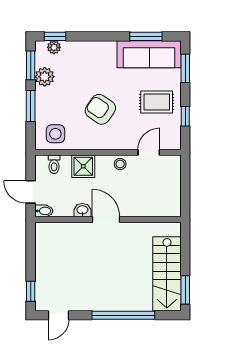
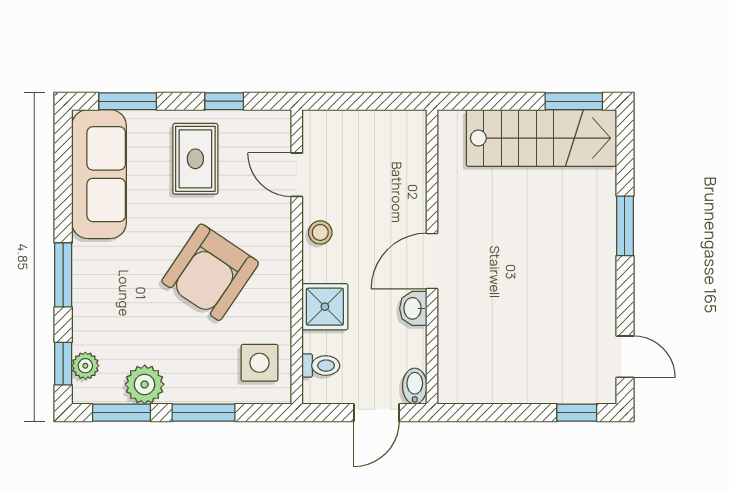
window: (146, 36) -> (63, 275), moved
armchair: (100, 109) -> (210, 272), width x1.36, depth x1.36
window: (123, 315) -> (625, 226), width x0.47

